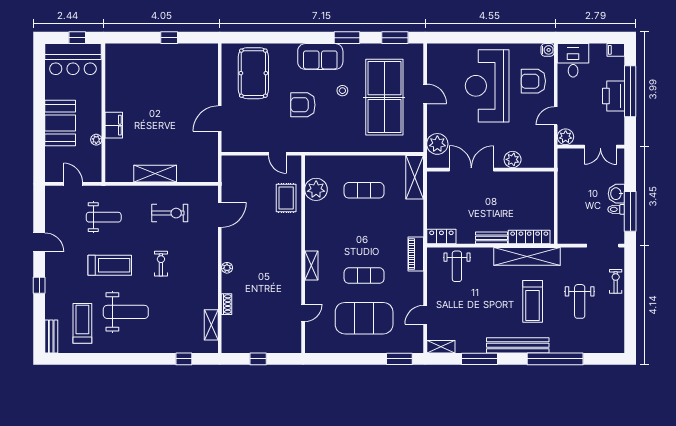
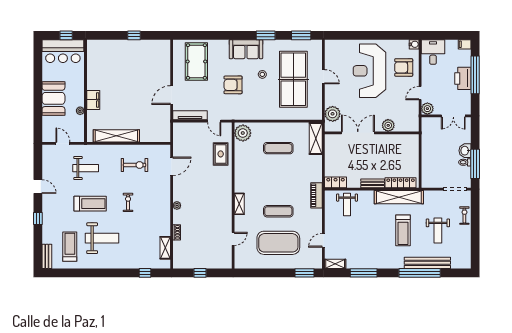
tv unit: (245, 146) -> (190, 115), added
shelving: (155, 174) -> (116, 136), width x1.47
plant: (316, 189) -> (243, 133), moved
bench: (518, 345) -> (427, 263), moved

